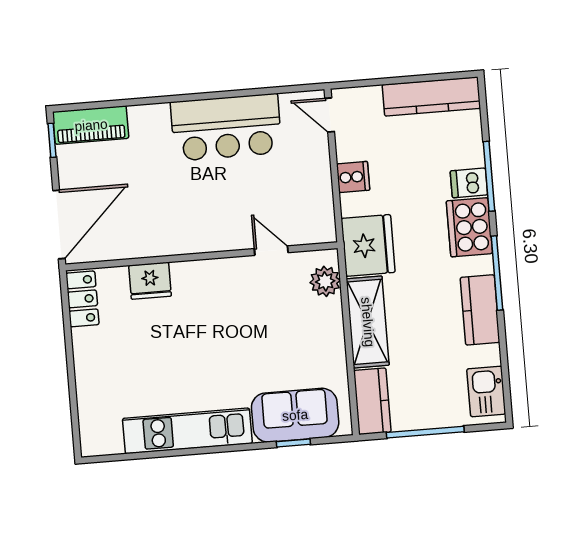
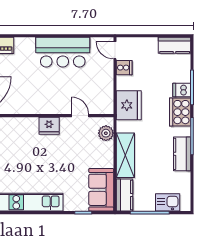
kitchen counter: (431, 96) -> (175, 45), width x0.67
cooker: (353, 177) -> (124, 68), moved
fridge: (368, 245) -> (129, 105), moved
fridge: (150, 281) -> (49, 126), moved
kitchen sink: (486, 391) -> (168, 202), moved, turned 90
sofa: (295, 415) -> (101, 190), moved, turned -90

